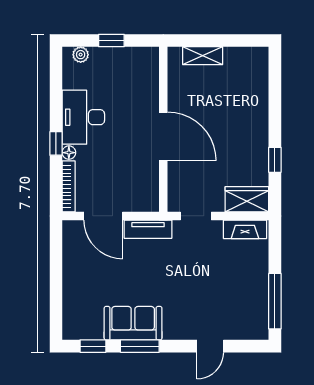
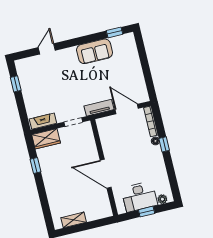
shelving: (203, 56) -> (74, 220), moved
desk: (83, 117) -> (139, 197), moved, turned 90
door: (163, 136) -> (106, 174), moved
window: (275, 301) -> (16, 84), width x0.46
window: (140, 346) -> (87, 39), removed

